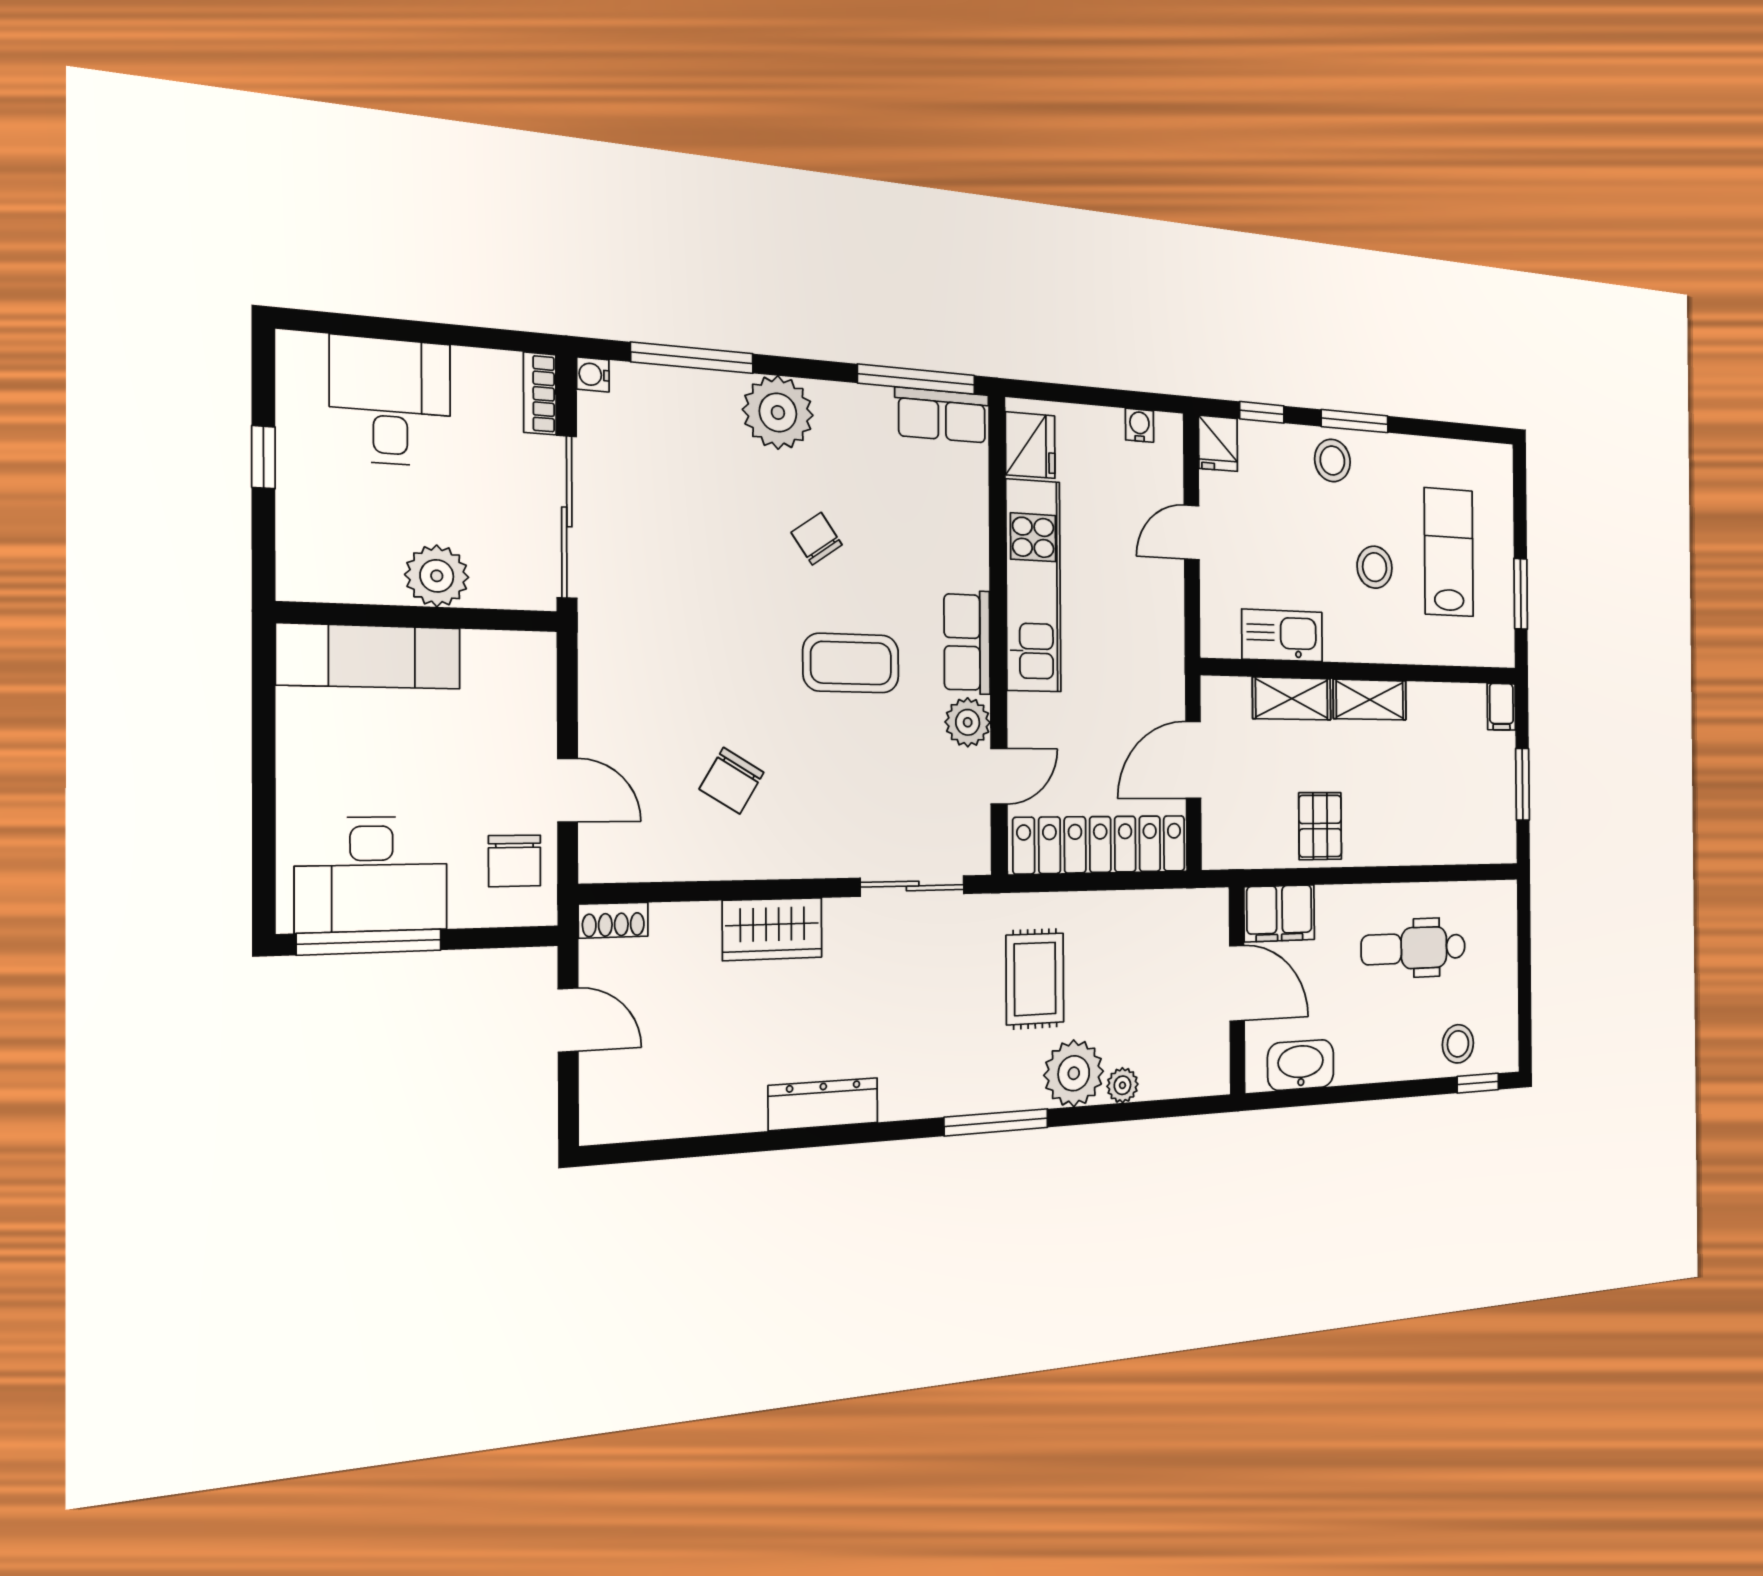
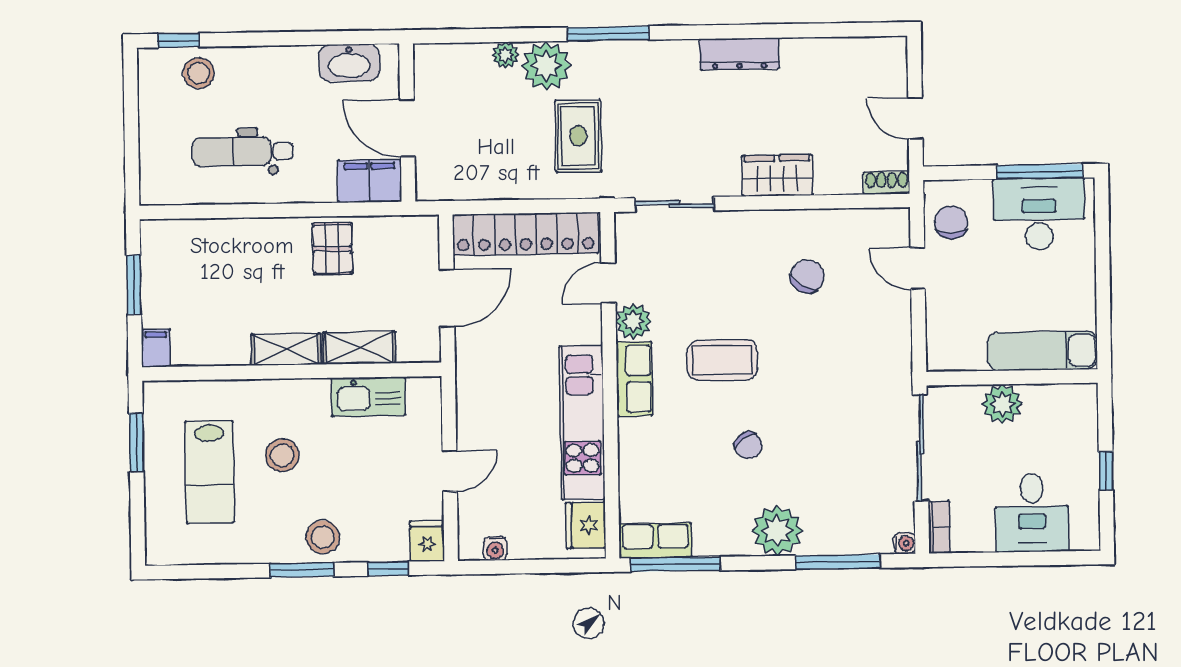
dental chair: (1414, 948) -> (243, 151), turned 180

